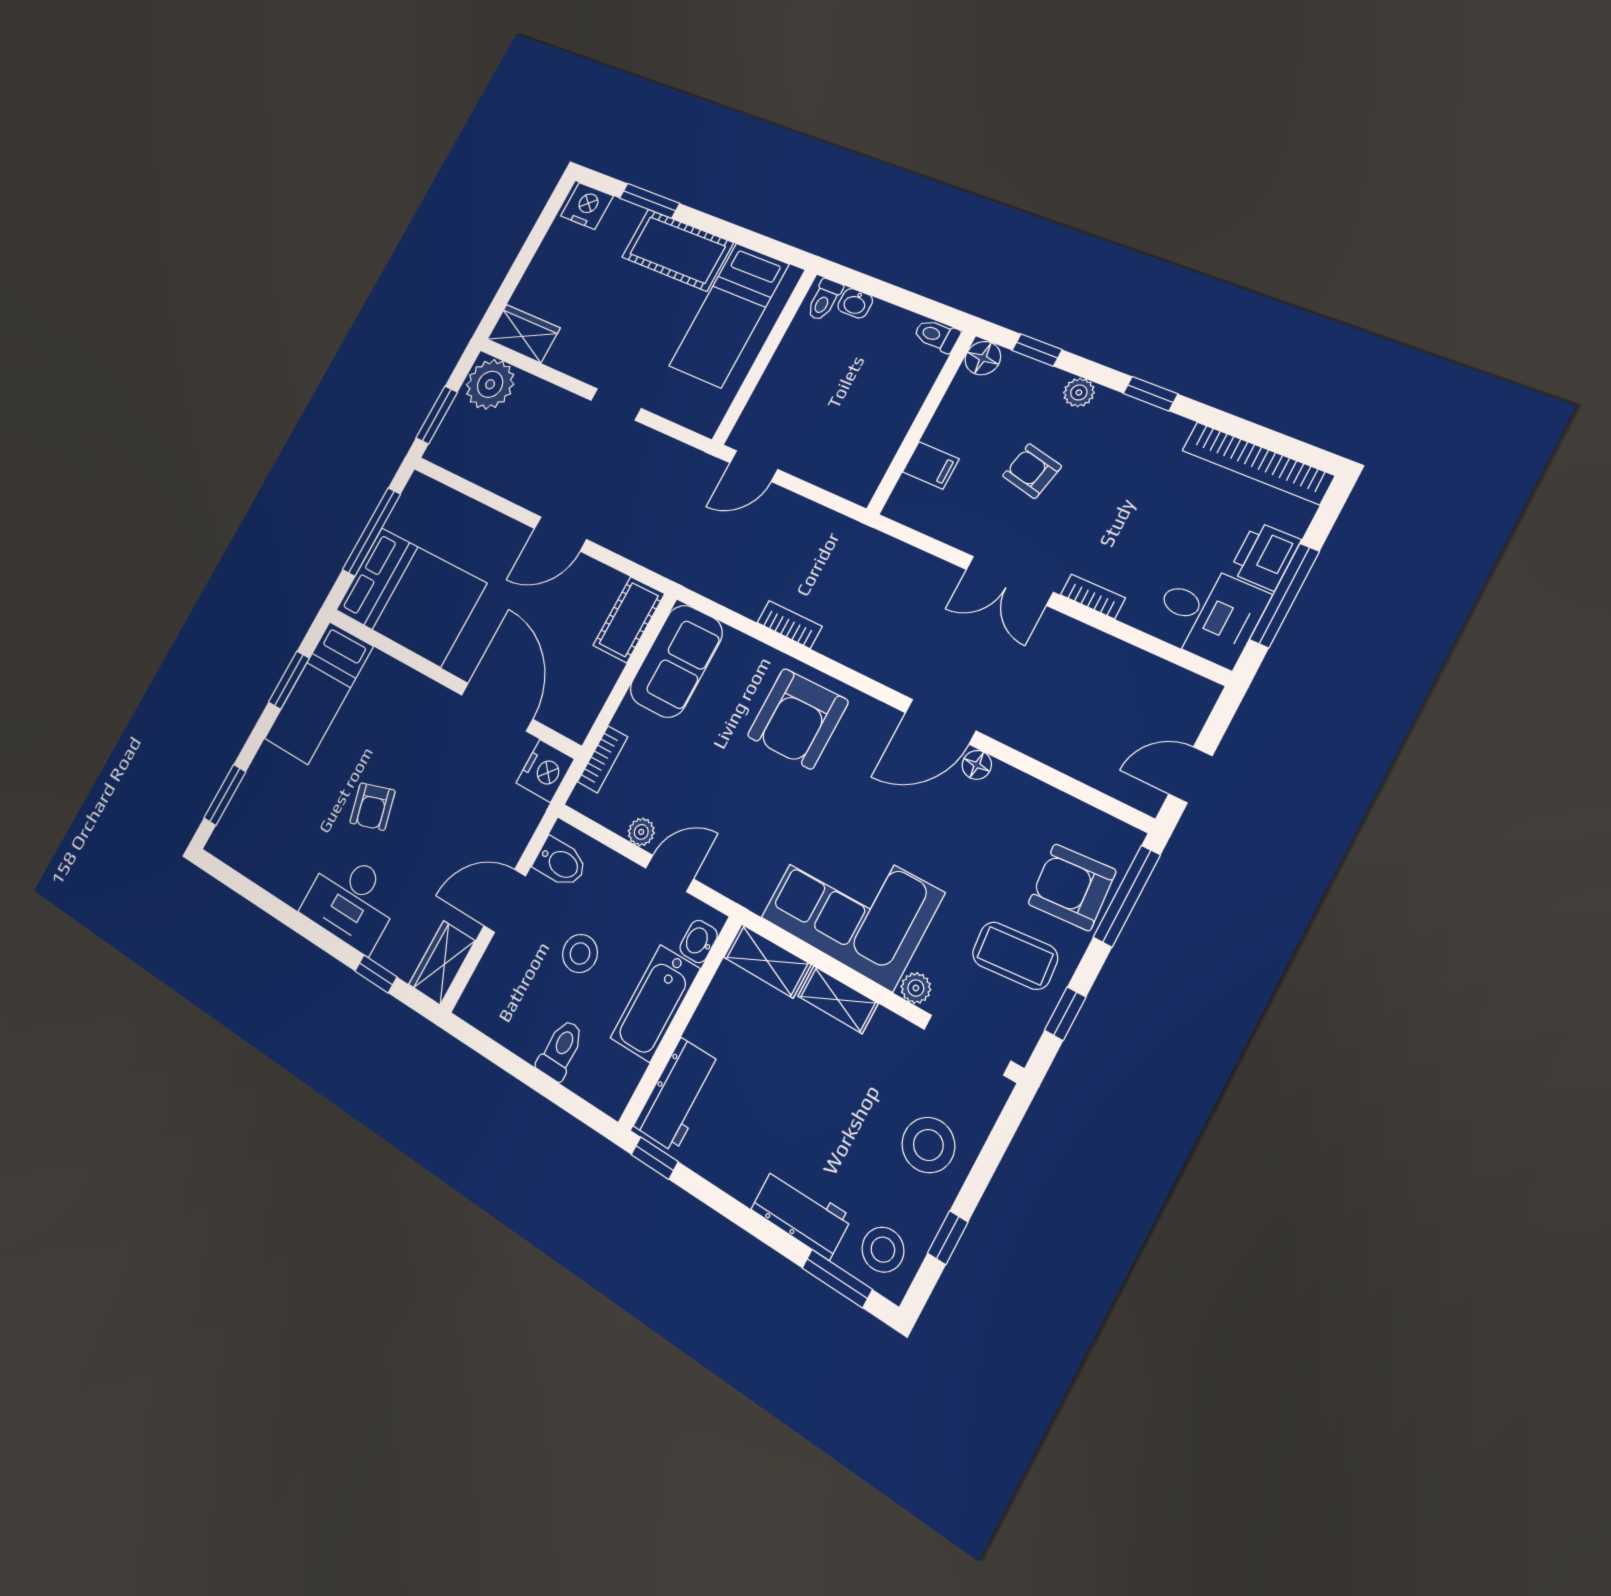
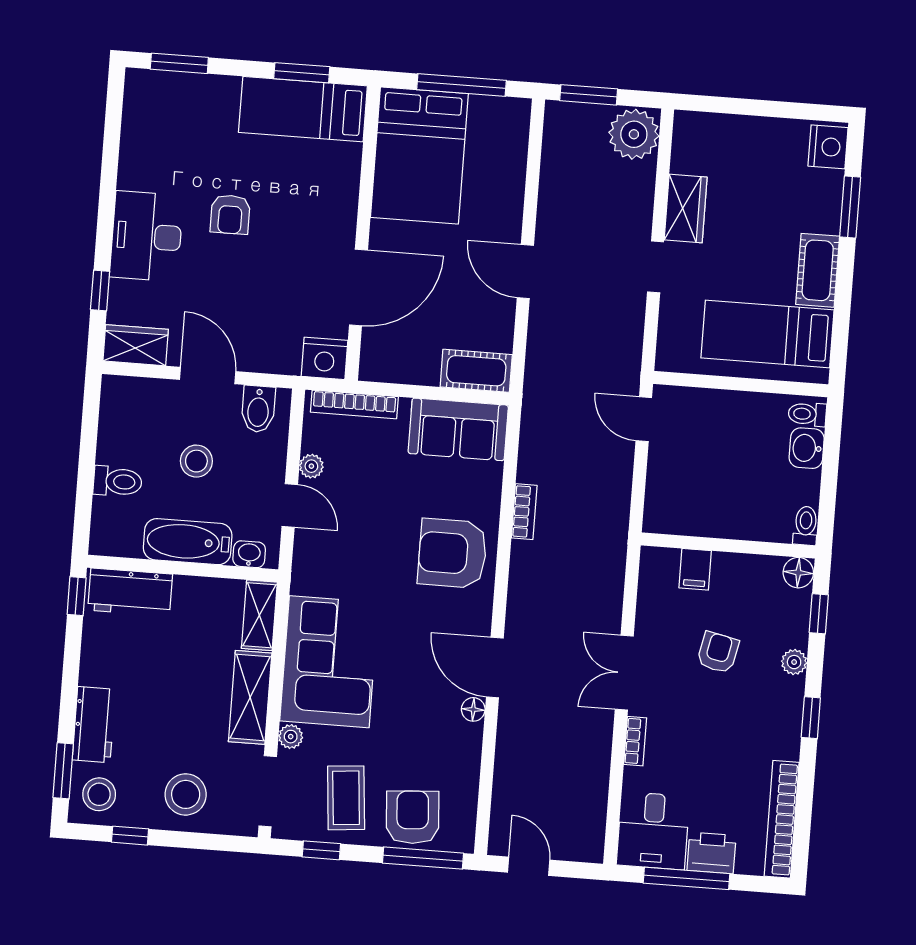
cot: (677, 250) -> (818, 270), width x0.73, depth x0.75
washbasin: (855, 303) -> (807, 448), width x1.38, depth x1.45
wardrobe: (524, 334) -> (686, 209), moved
bookcase: (603, 759) -> (354, 404), width x1.56
armchair: (372, 807) -> (230, 214), turned -74
shelving: (838, 1000) -> (250, 697), width x1.50, depth x1.33

